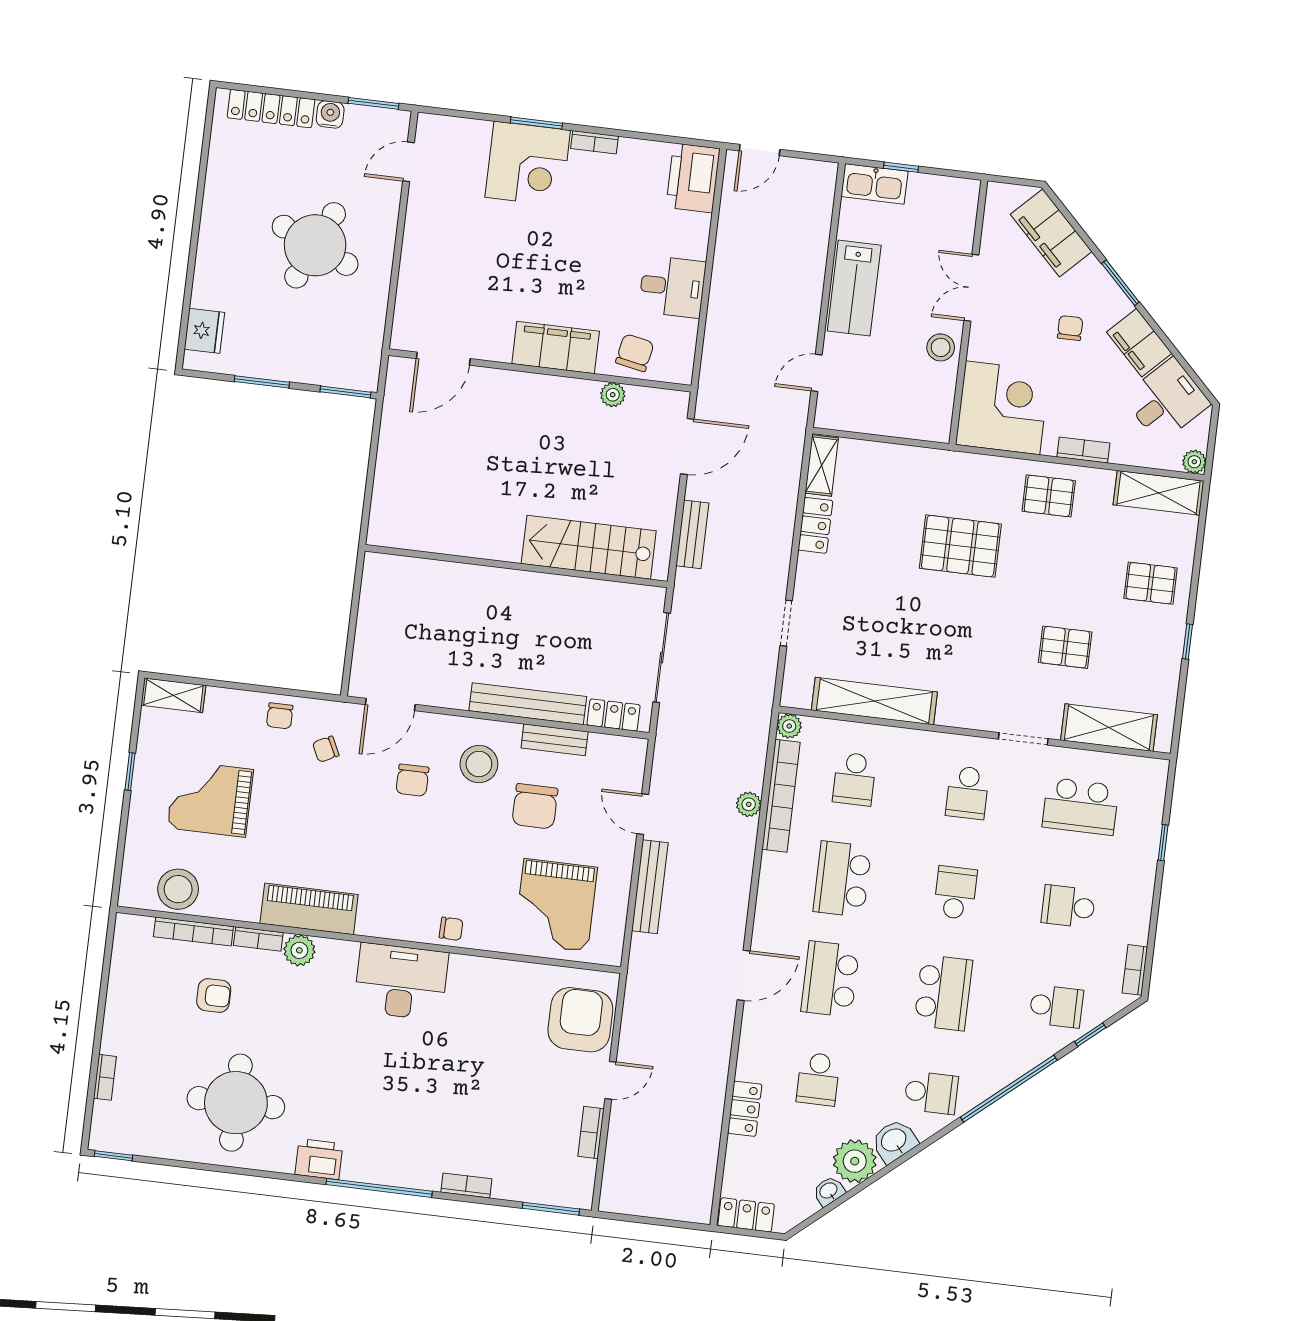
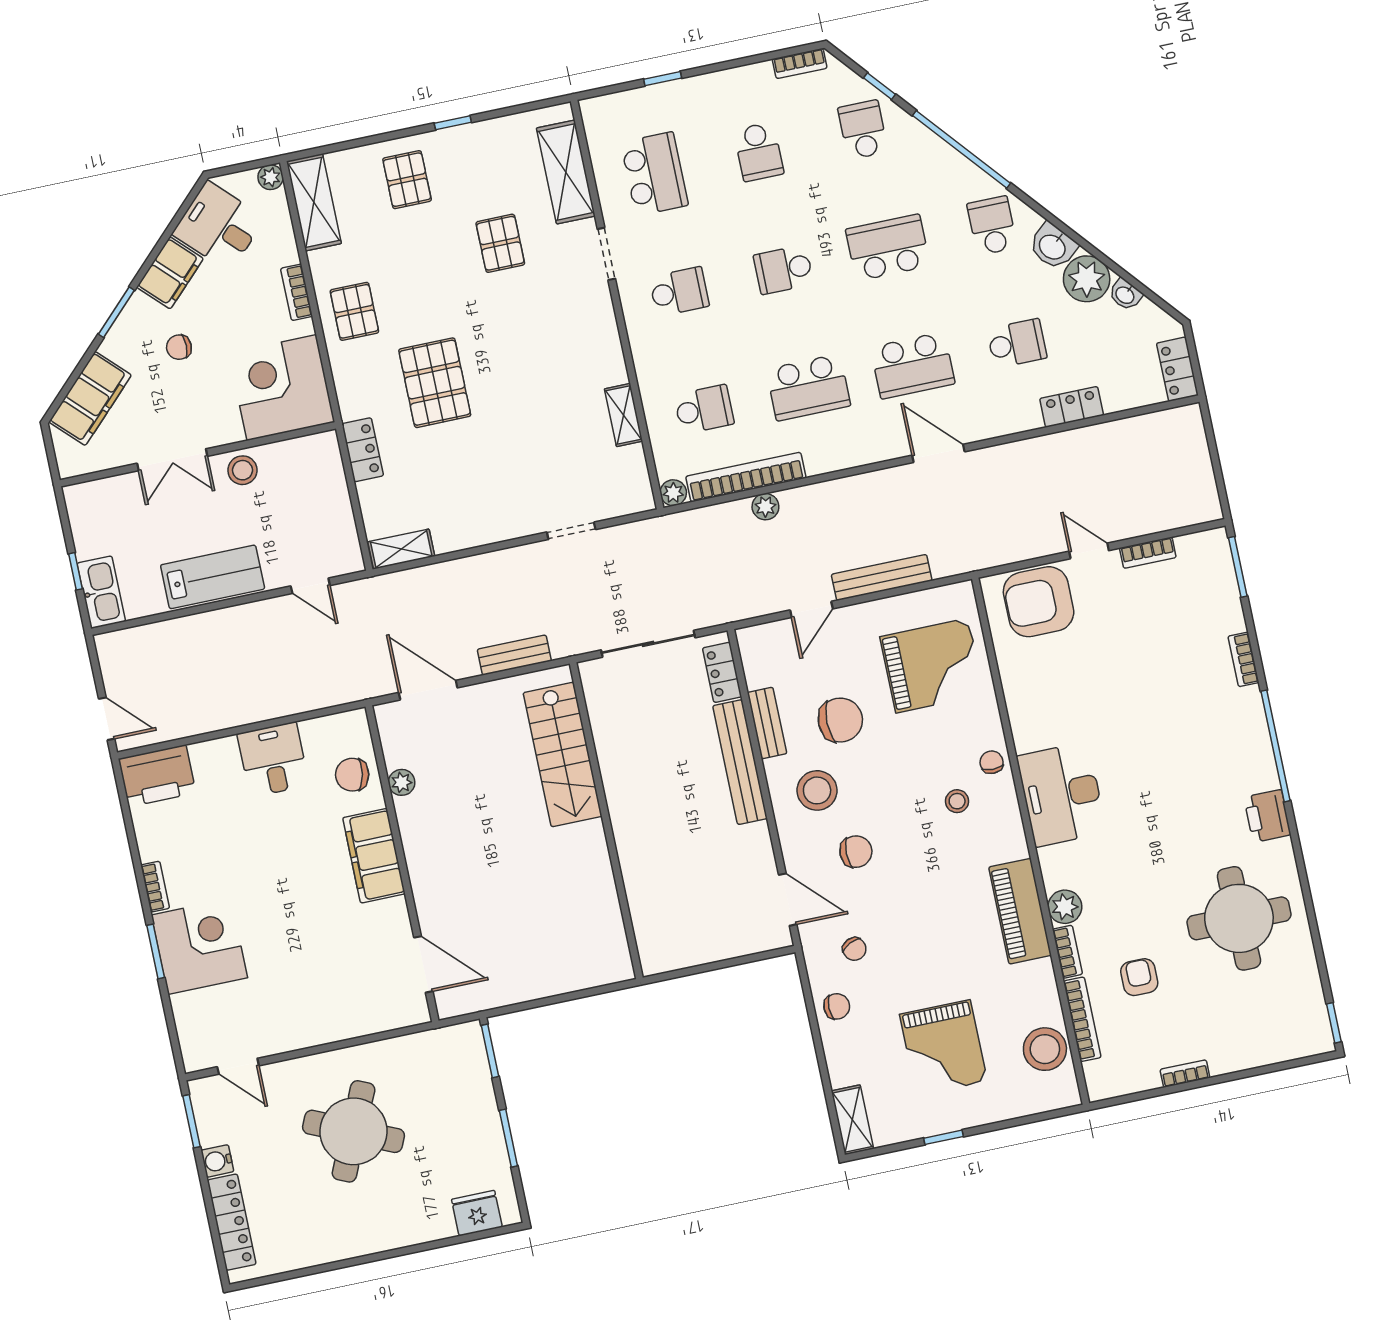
locker: (815, 525) -> (363, 450), moved, turned 90
shelving: (874, 701) -> (624, 415), width x0.45, depth x0.75
stool: (427, 886) -> (957, 801), added
bookcase: (105, 1077) -> (1185, 1074), moved

